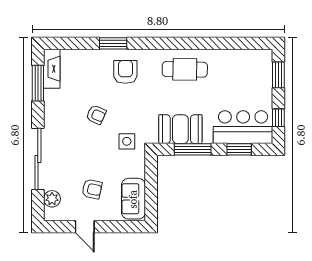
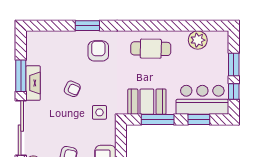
plant: (238, 60) -> (198, 40), added
fireplace: (52, 69) -> (33, 83), moved
window: (278, 75) -> (234, 65), moved
window: (38, 83) -> (21, 76), moved

